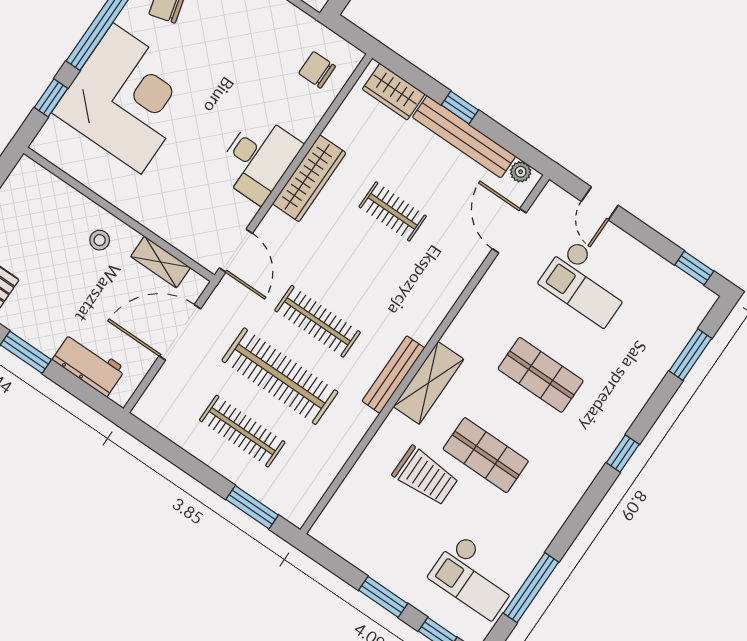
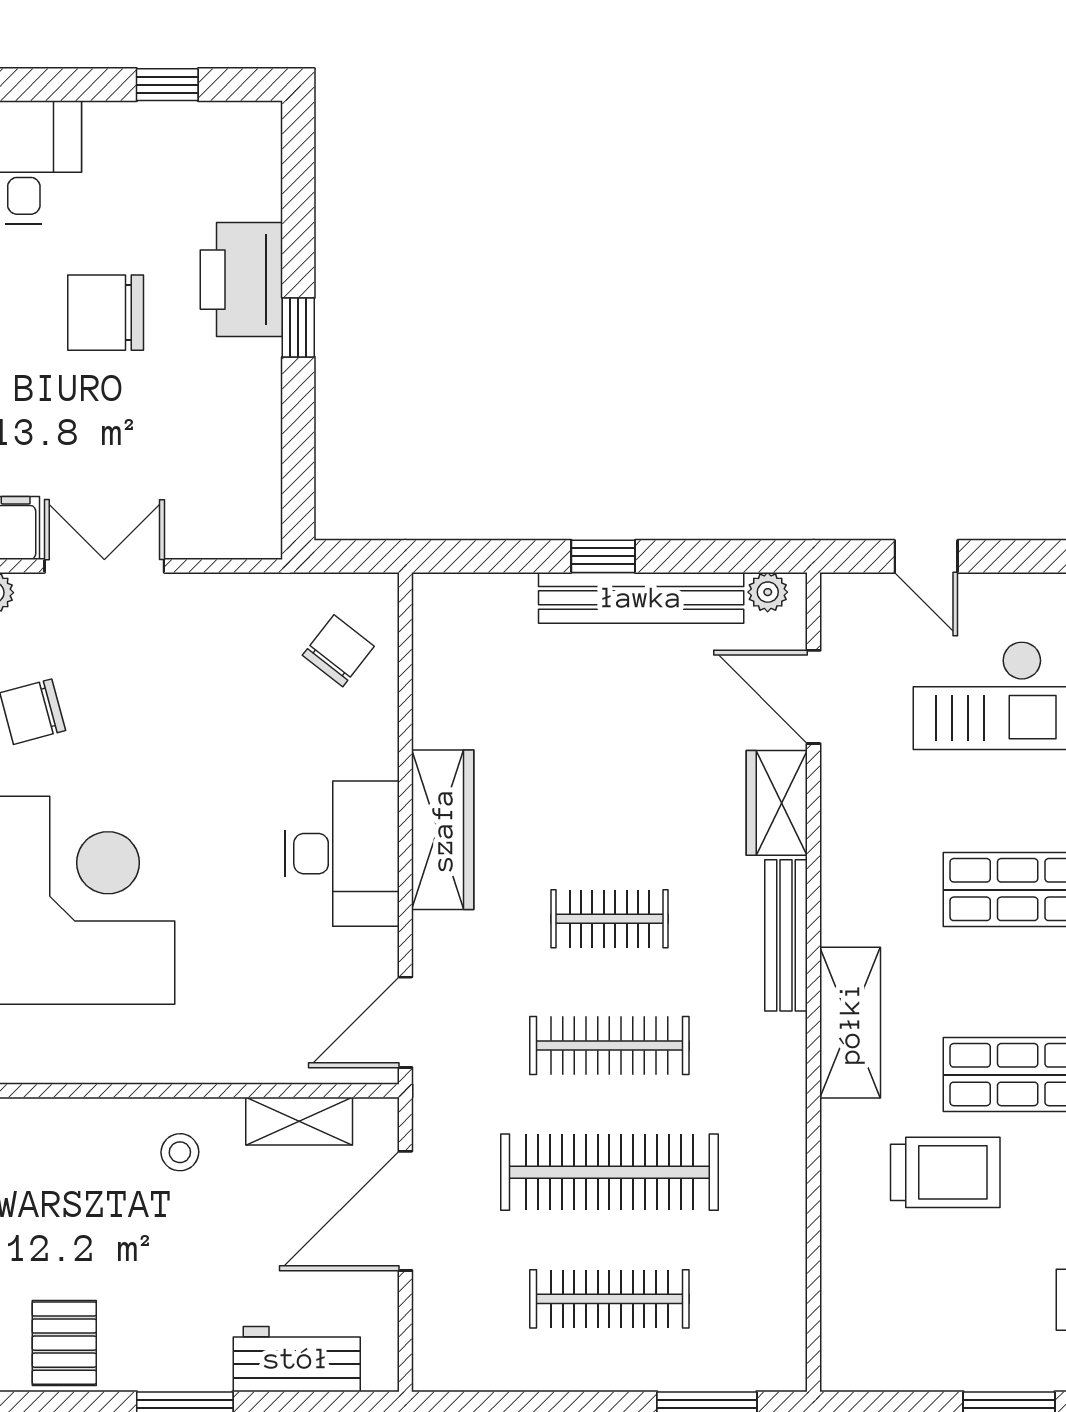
chair: (317, 70) -> (338, 651), turned 128
wardrobe: (394, 92) -> (777, 803), moved, turned 90
clothes rail: (393, 211) -> (609, 919), moved
door: (236, 251) -> (405, 1022), swing flipped
bench: (393, 375) -> (786, 935), moved

